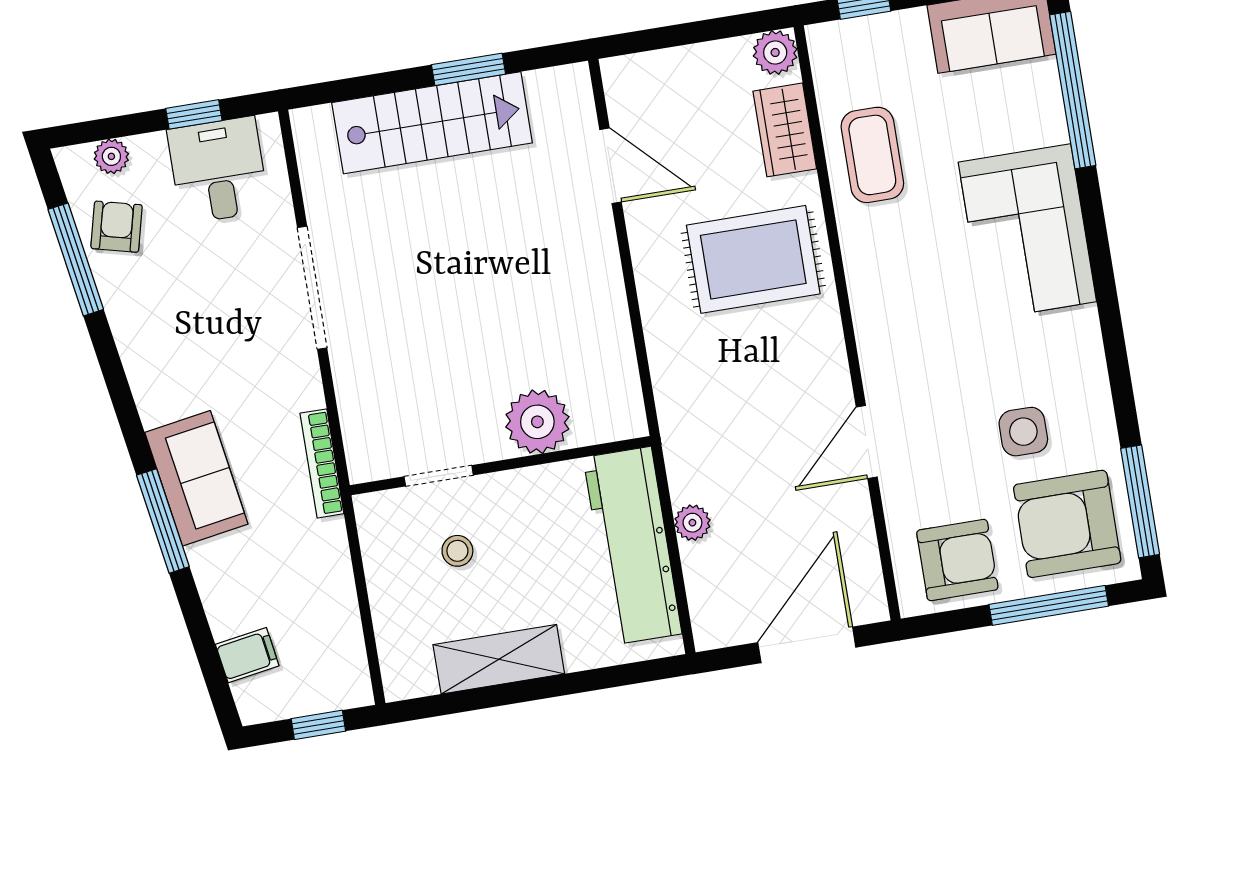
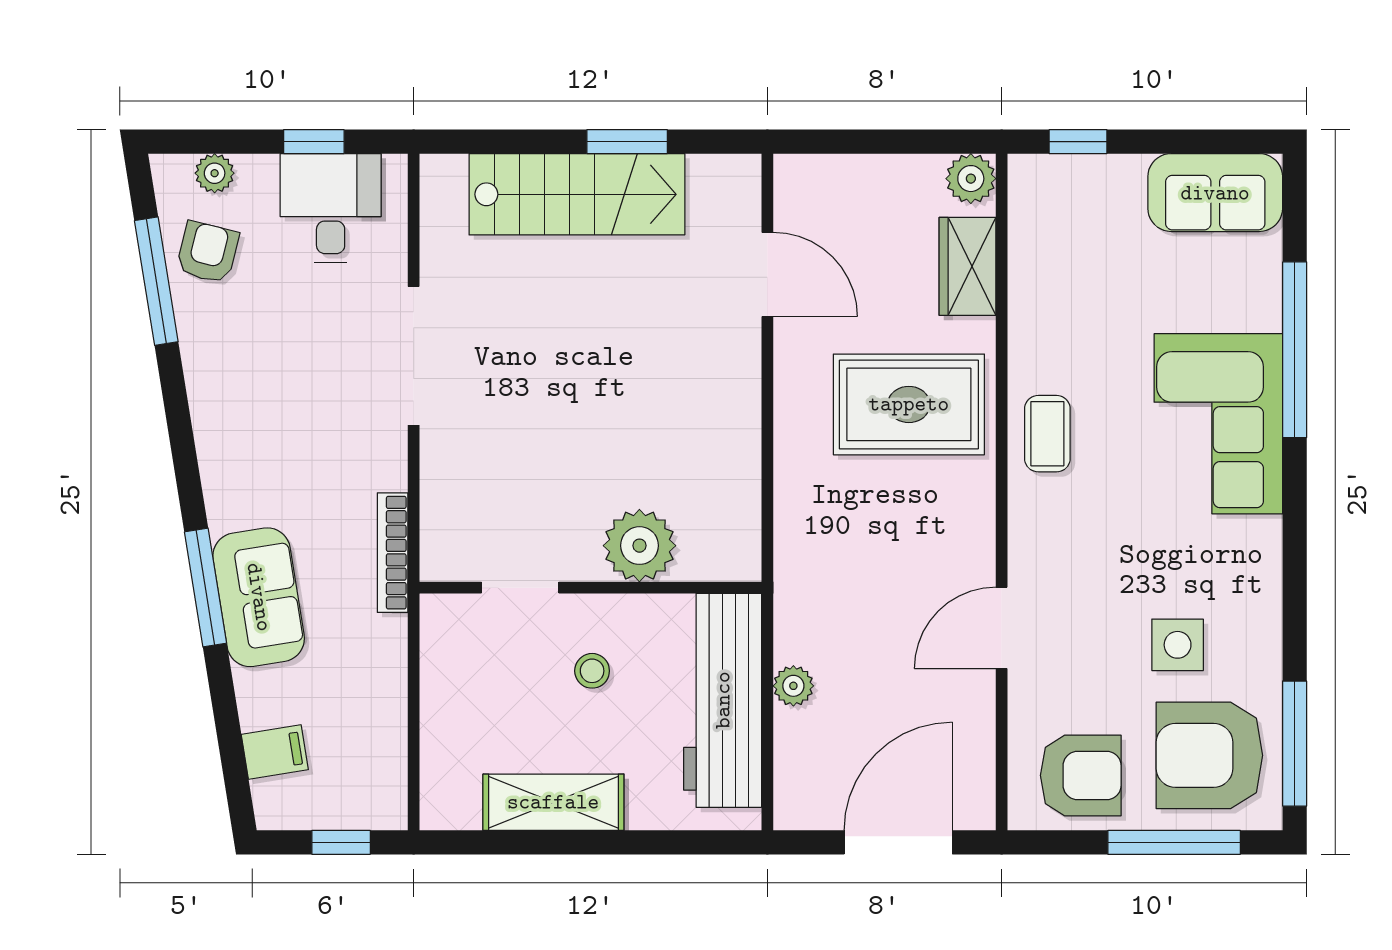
window: (1073, 90) -> (1295, 350), moved
coffee table: (872, 155) -> (1047, 434), moved, width x0.73, depth x0.77
sofa: (196, 478) -> (259, 597), moved
stool: (457, 551) -> (592, 671), moved

